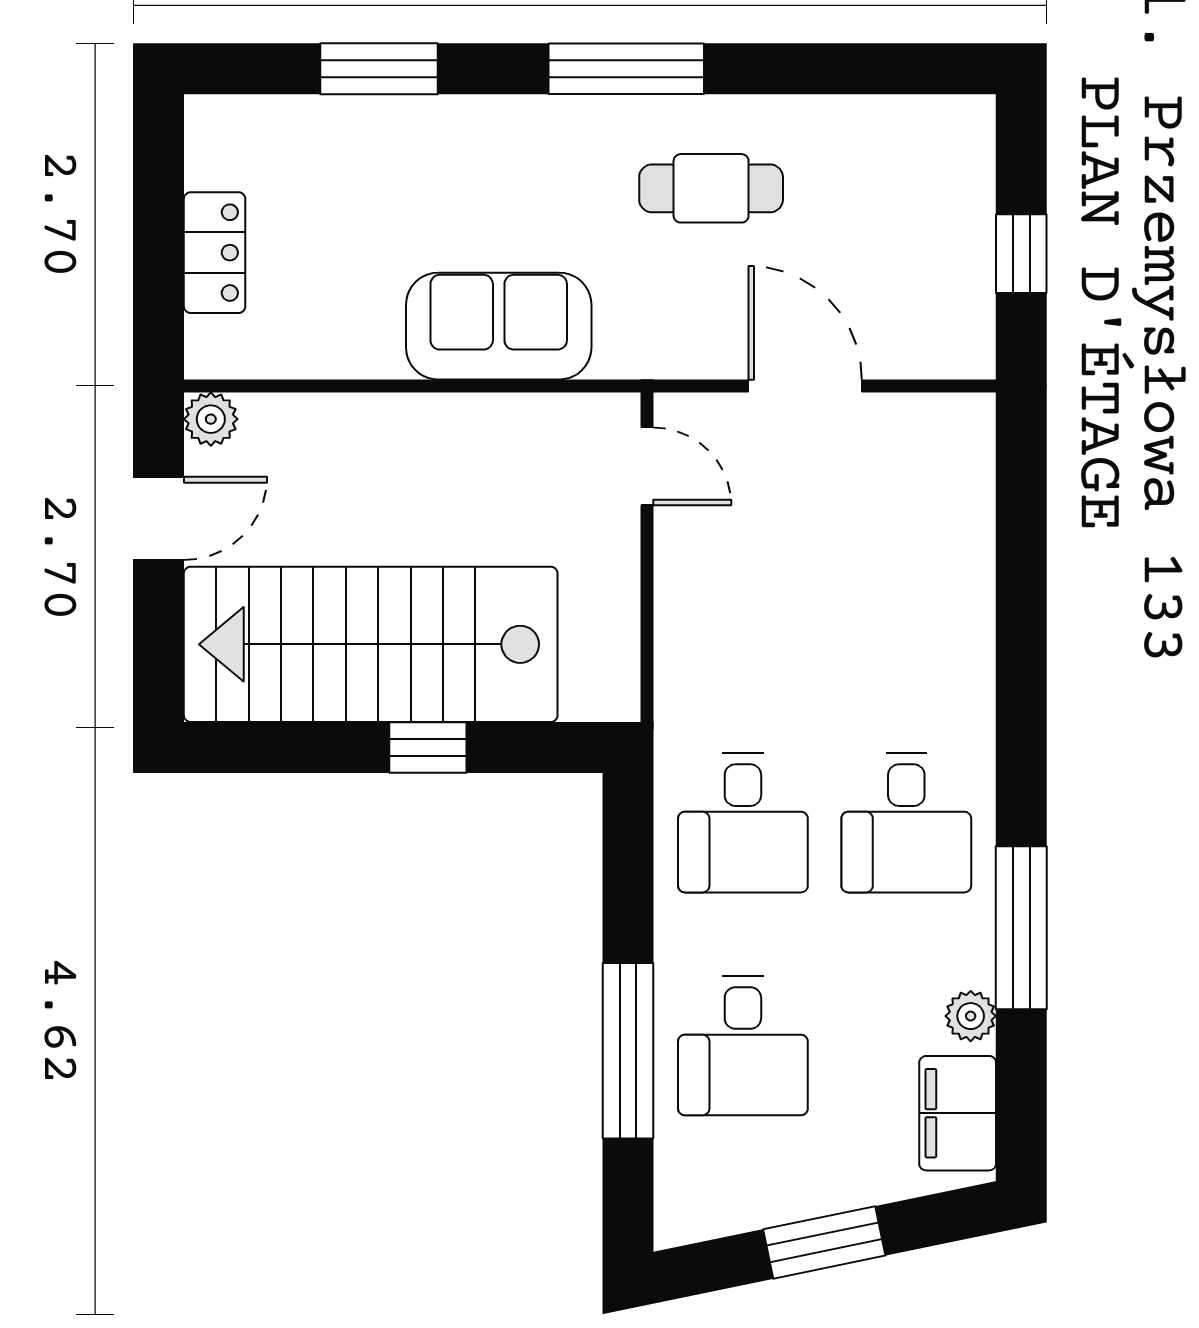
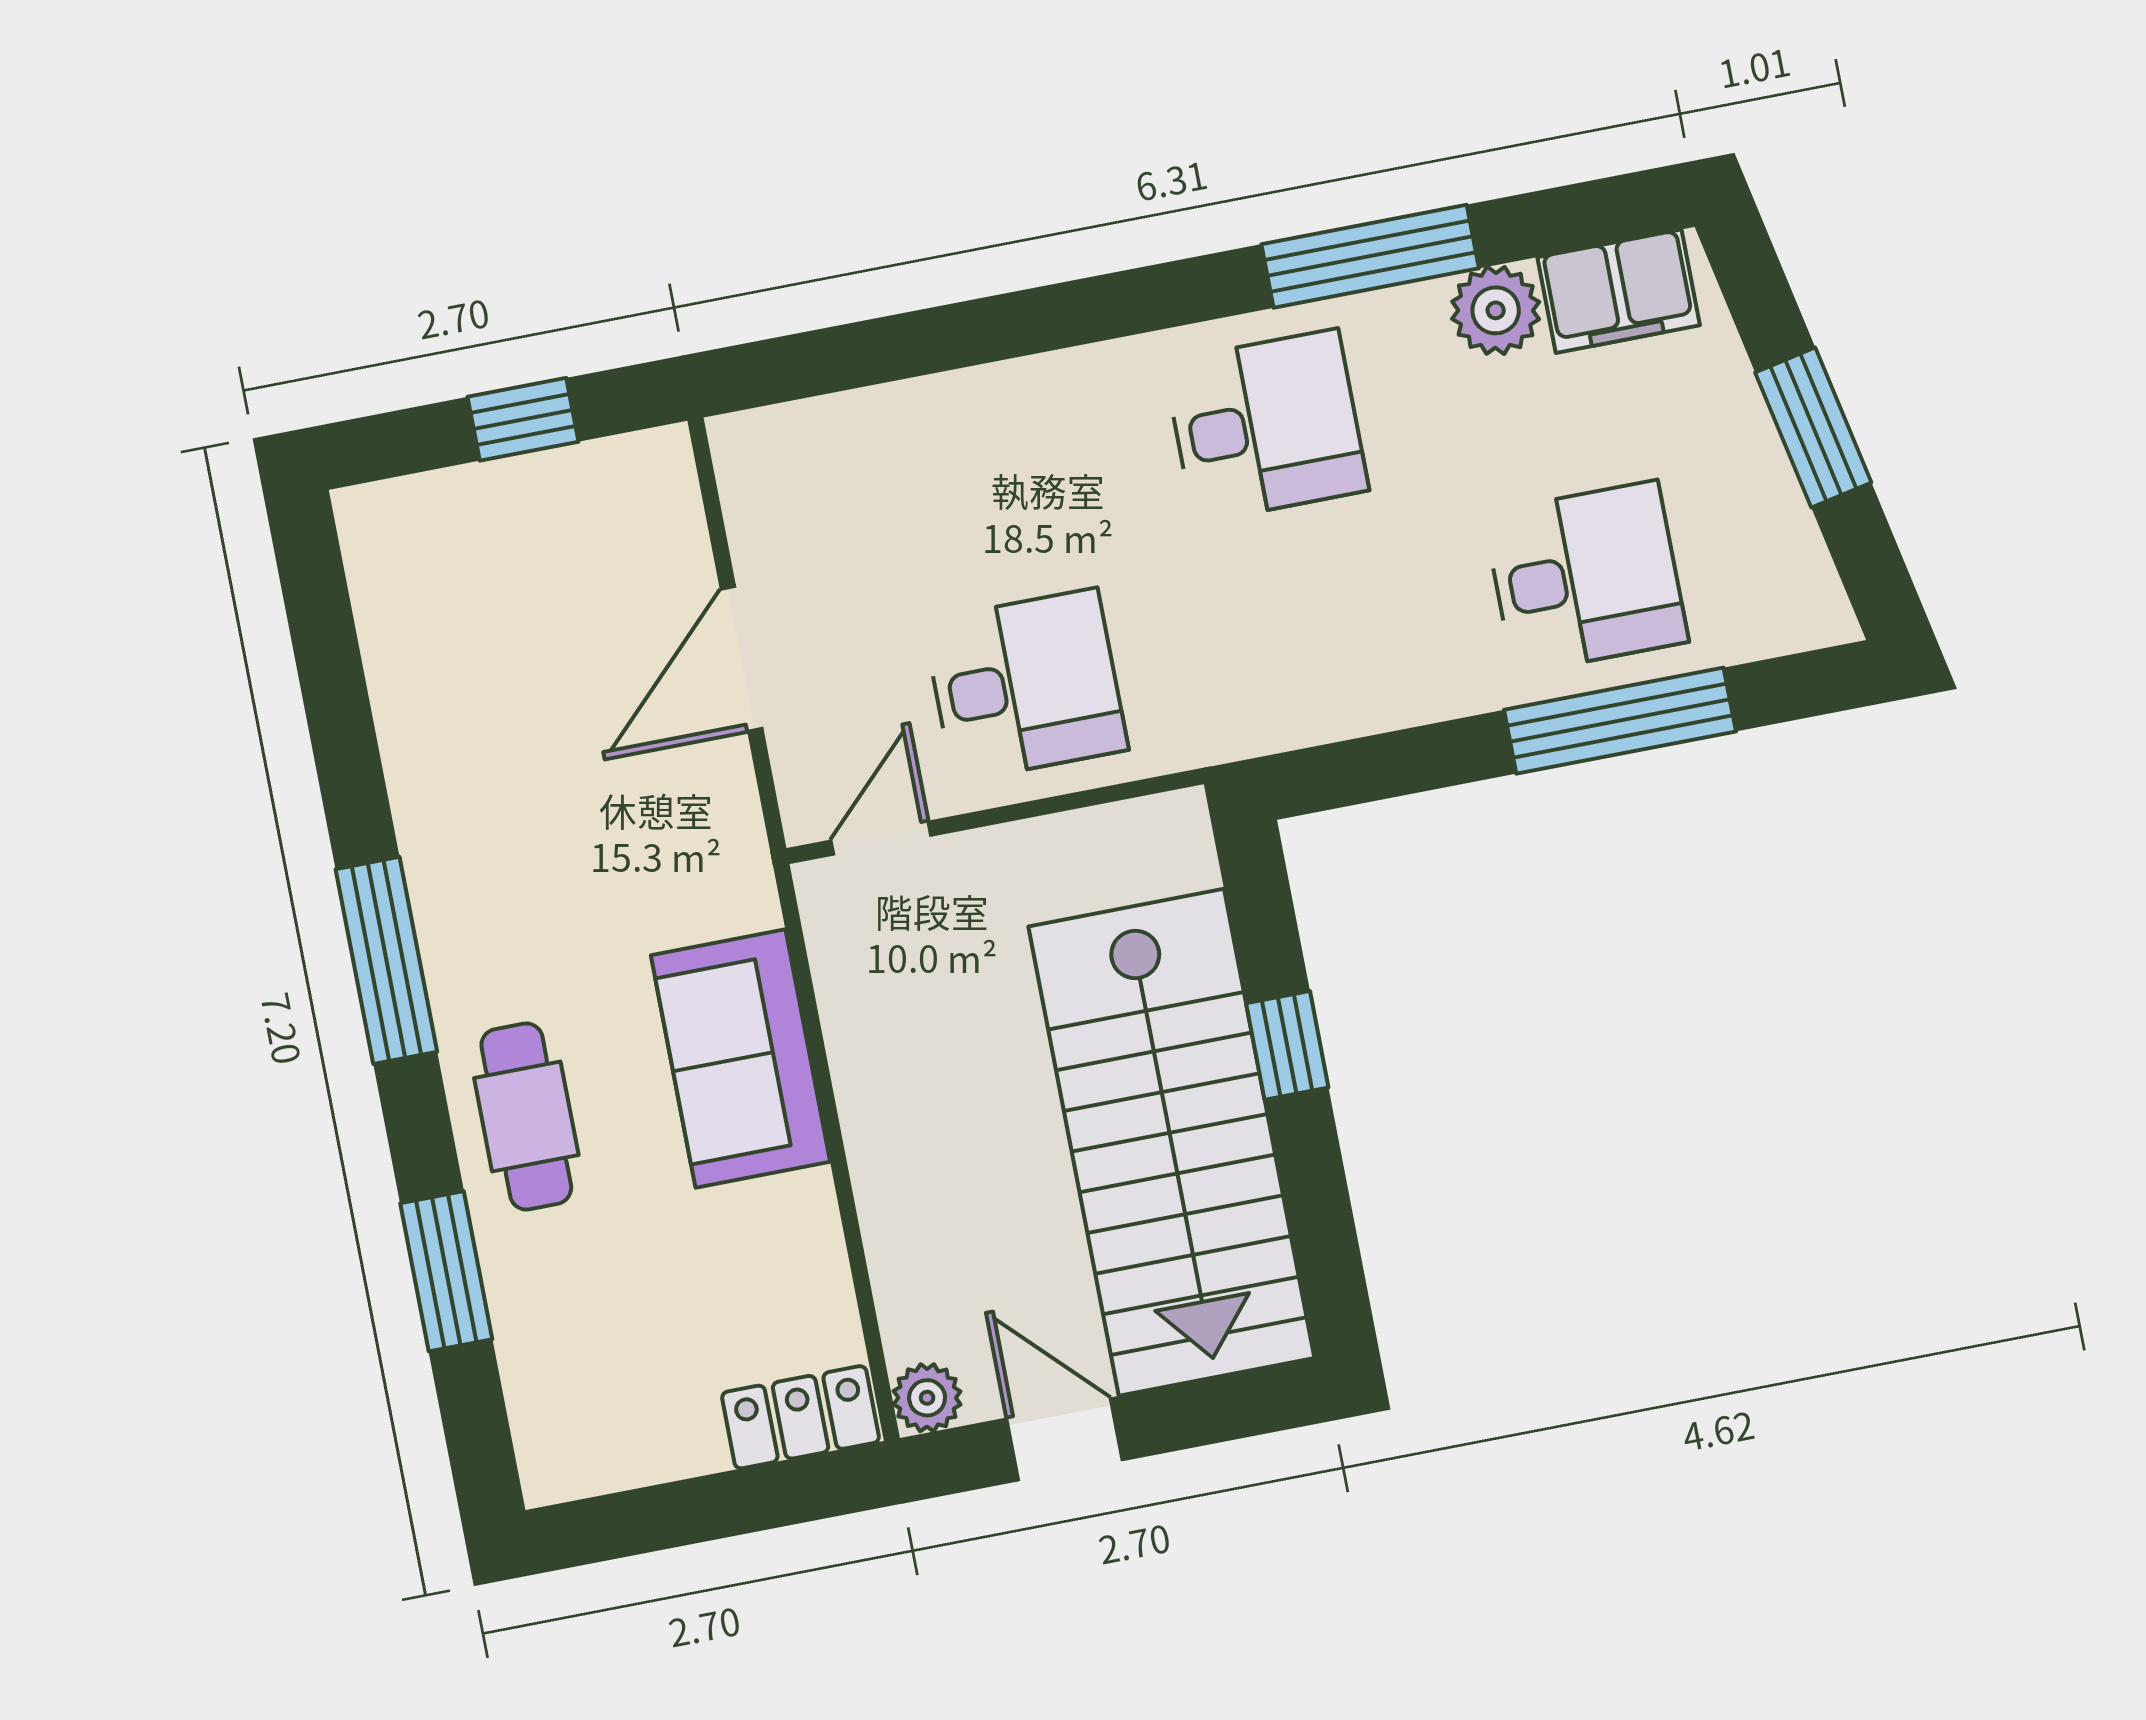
cafe table: (711, 188) -> (526, 1117), moved
locker: (215, 253) -> (801, 1417), moved
desk: (743, 823) -> (1025, 685), moved
plant: (971, 1016) -> (1496, 310), width x1.38, depth x1.38

